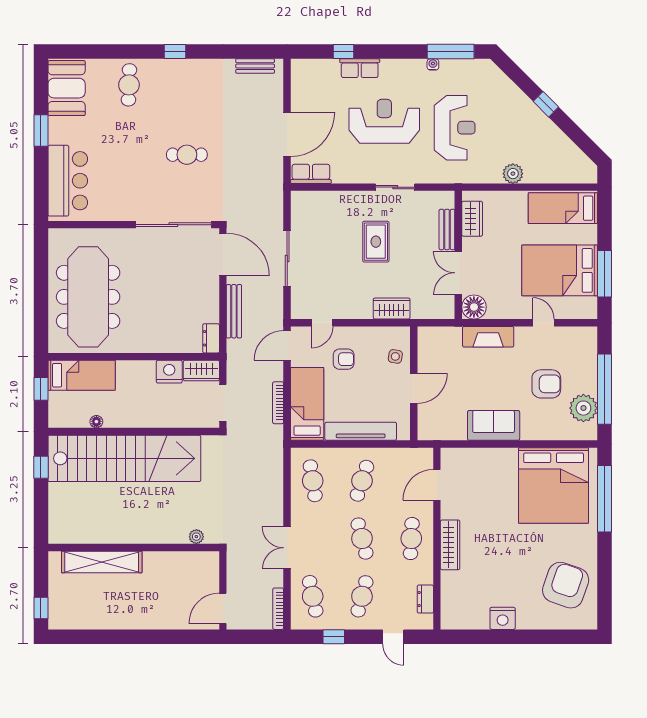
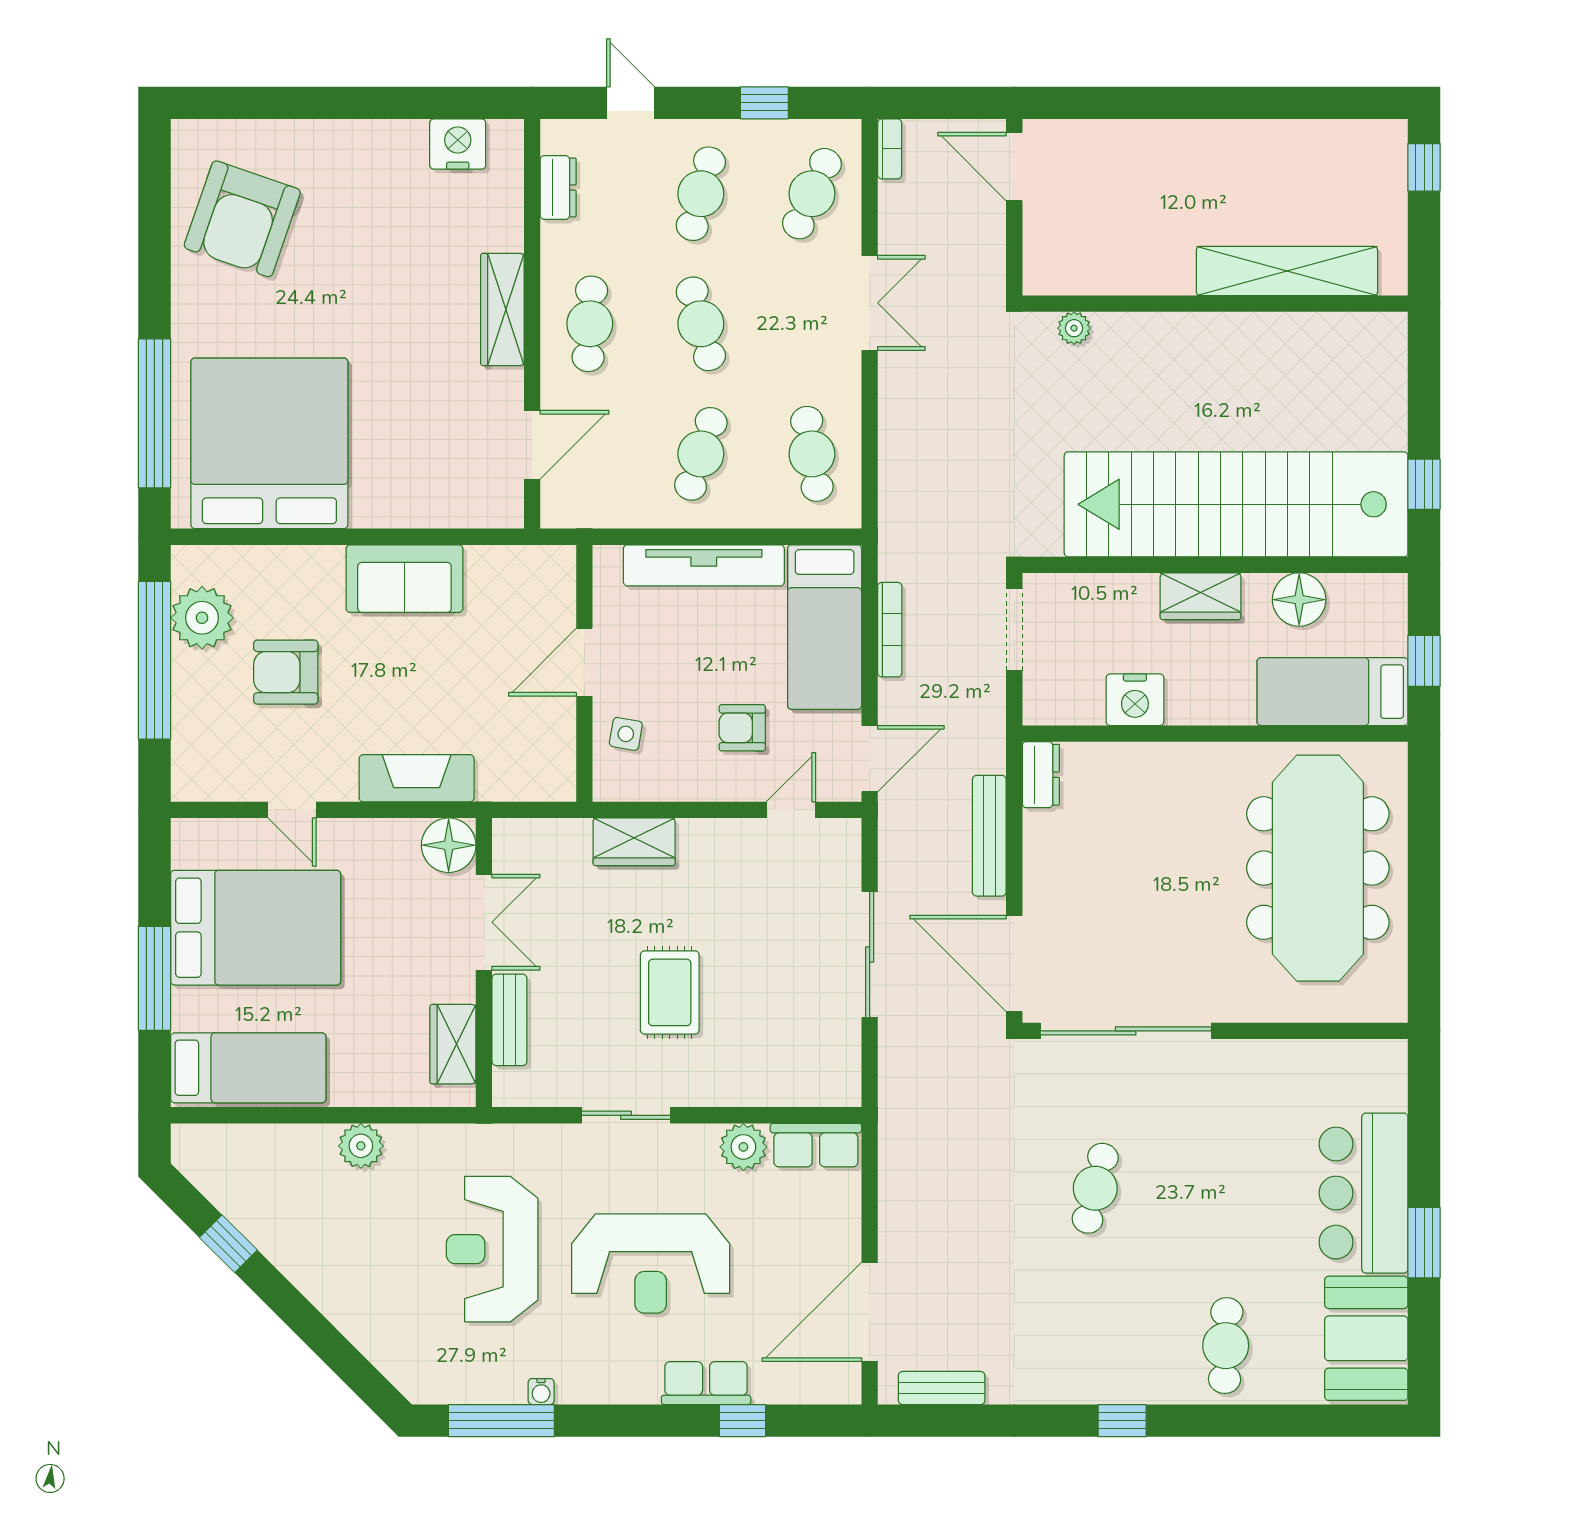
window: (546, 104) -> (228, 1244), moved
door: (287, 134) -> (870, 1312), moved
cafe table: (187, 155) -> (1095, 1188), turned -76
plant: (343, 173) -> (743, 1147), added
bar counter: (68, 181) -> (1364, 1193), moved
window: (605, 274) -> (154, 978), moved
wardrobe: (201, 371) -> (1201, 596), moved, turned 180
floor lamp: (96, 422) -> (1299, 600), width x1.89, depth x1.89
cafe table: (313, 596) -> (812, 194), turned 36
door: (223, 608) -> (1014, 167), swing flipped
bookcase: (278, 609) -> (890, 149), width x0.64
nightstand: (503, 618) -> (458, 144), moved

